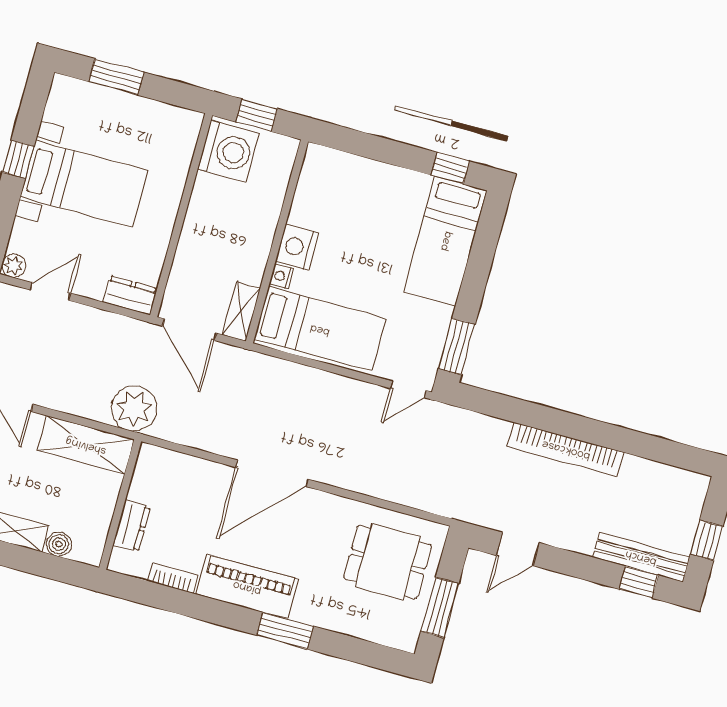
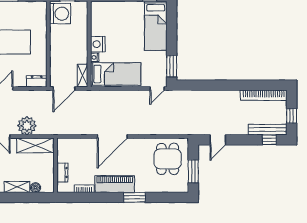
door: (189, 330) -> (64, 88), hinge flipped
plant: (134, 408) -> (27, 126), moved
bookcase: (566, 449) -> (264, 95), moved
dining table: (388, 562) -> (168, 159), turned 90

